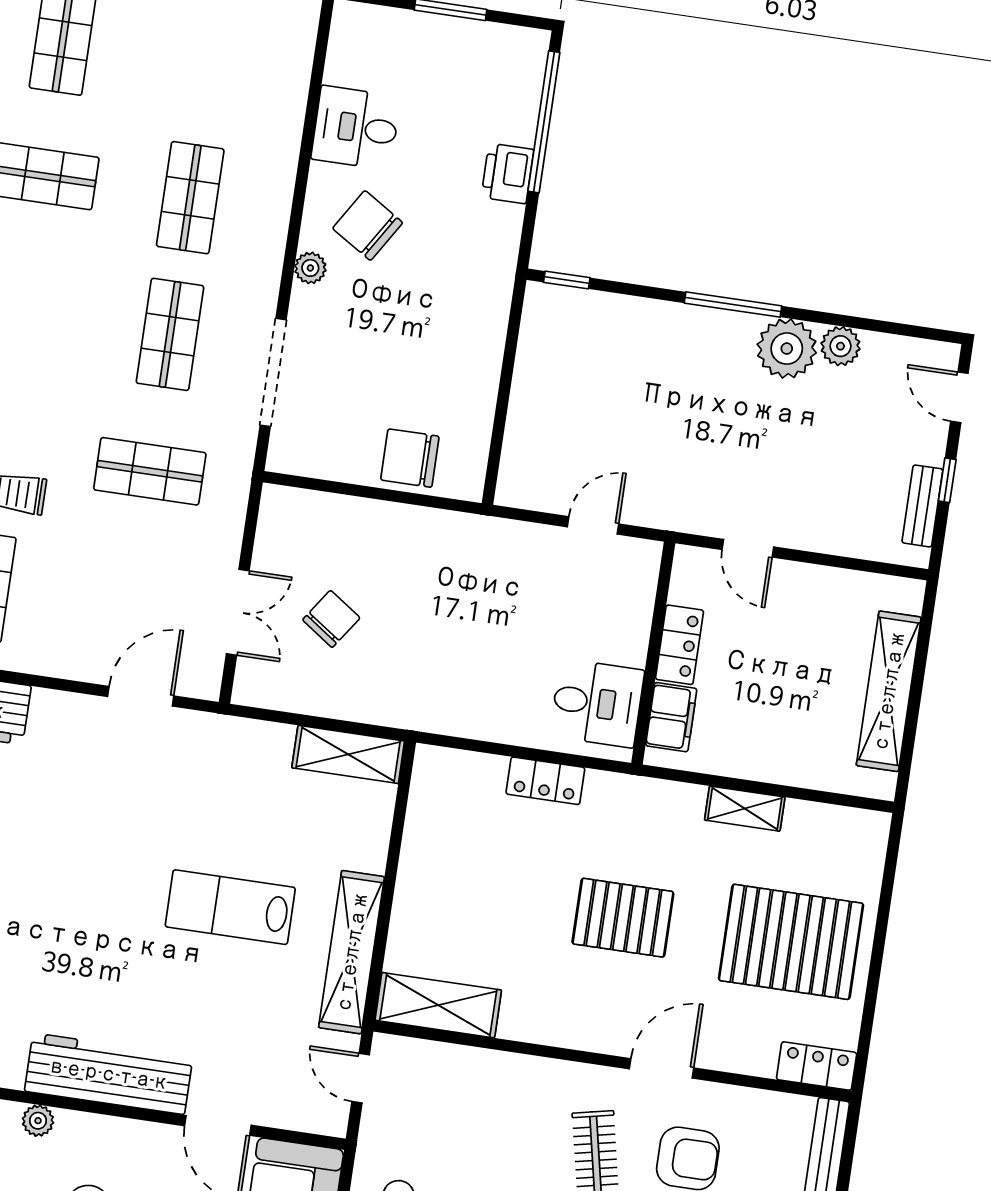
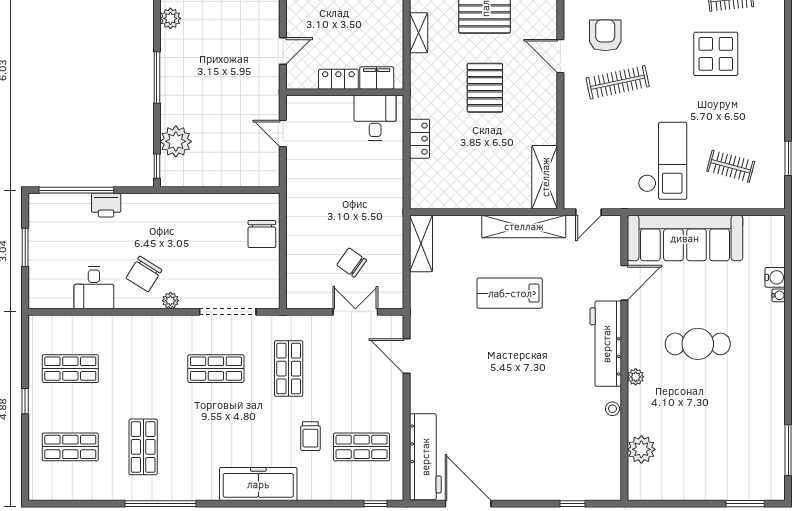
shop shelf: (190, 198) -> (70, 369), moved
plant: (787, 349) -> (176, 141), moved
lab bench: (230, 907) -> (510, 293), turned 90

